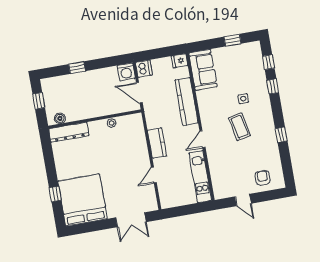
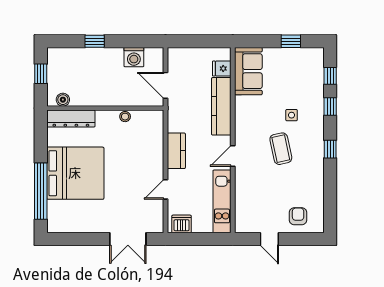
fridge: (180, 61) -> (222, 69), moved
dishwasher: (144, 69) -> (182, 224), moved, turned -90
washing machine: (126, 72) -> (134, 57), moved
window: (281, 135) -> (330, 149), moved
window: (55, 194) -> (41, 191), width x3.17
bed: (83, 200) -> (75, 173), moved, turned 90

